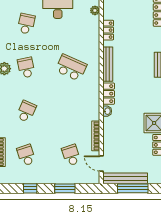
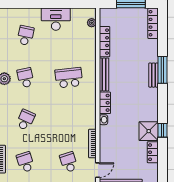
locker: (108, 30) -> (104, 42), width x1.53
school desk: (71, 68) -> (69, 78), turned -30
door: (101, 163) -> (98, 170), swing flipped

